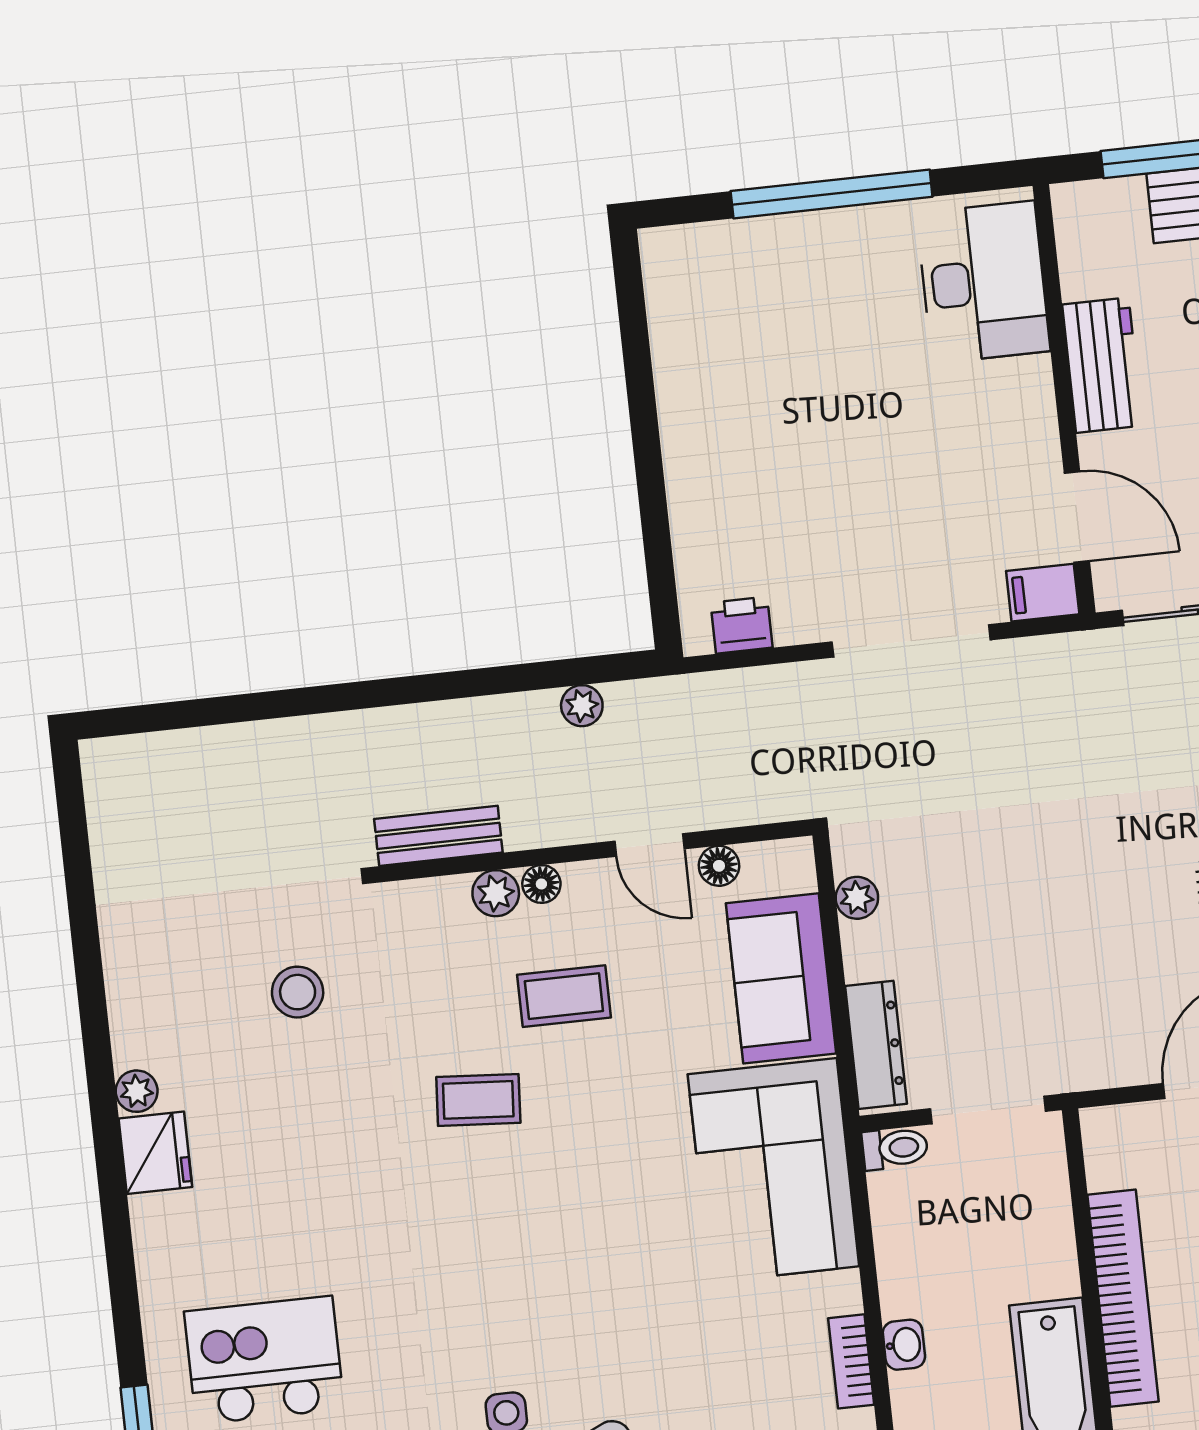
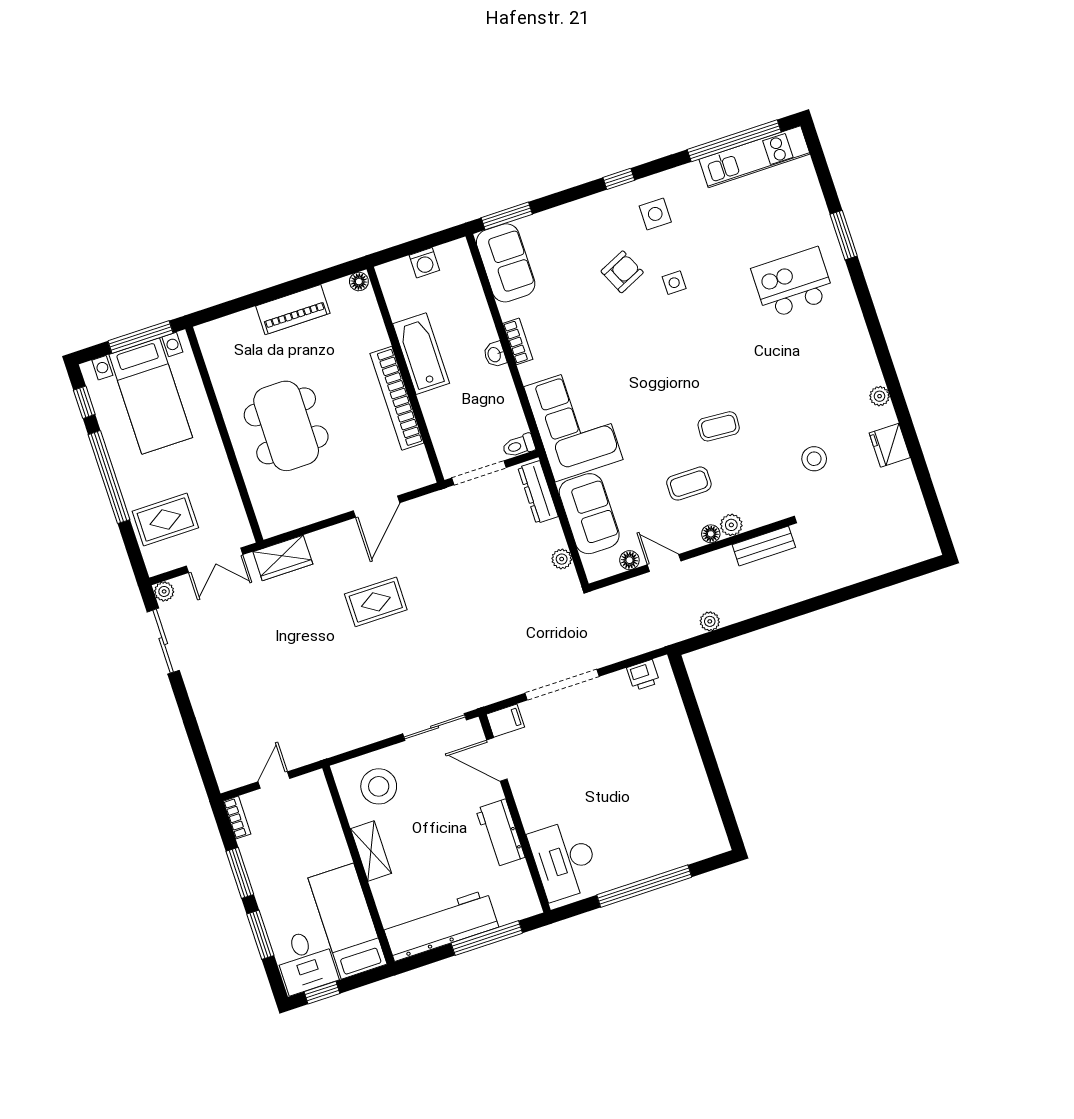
fridge: (155, 1153) -> (890, 445), moved
kitchen island: (264, 1360) -> (793, 283), turned 180

